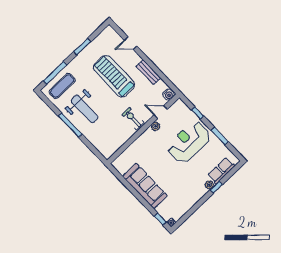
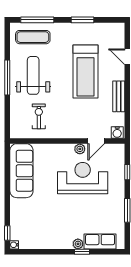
treadmill: (114, 76) -> (85, 72), turned 180
weight bench: (85, 109) -> (33, 75), turned 180
door: (161, 112) -> (96, 141), swing flipped
exercise bike: (133, 119) -> (39, 116), moved
reception desk: (189, 142) -> (83, 178), moved
sofa: (145, 186) -> (21, 171), moved

